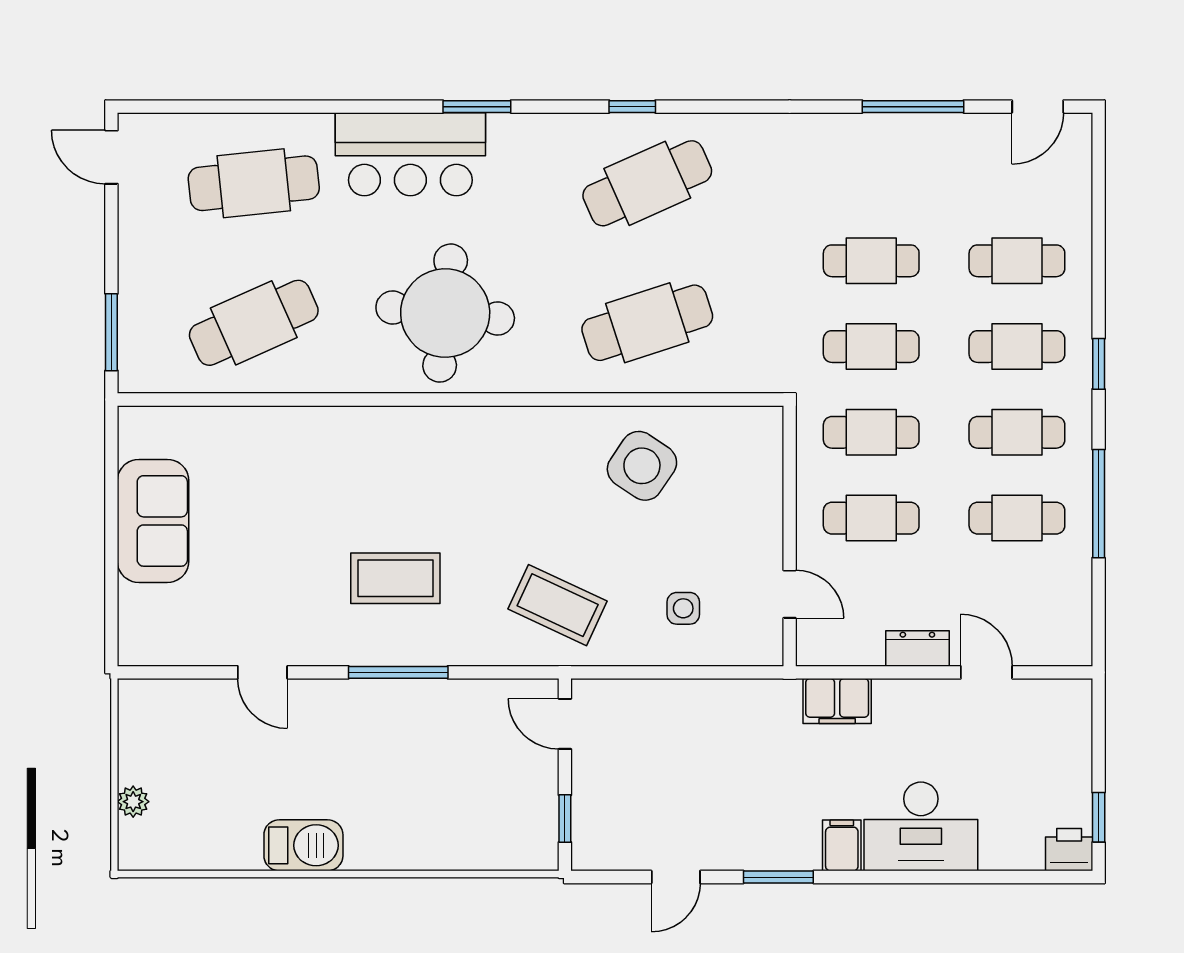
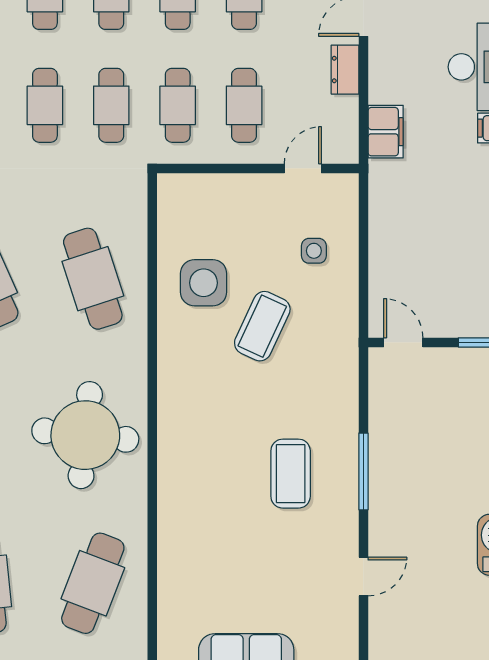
cafe table: (254, 323) -> (93, 583), turned 45
side table: (642, 466) -> (204, 283), turned -34
coffee table: (558, 605) -> (262, 326), moved
door: (565, 724) -> (403, 342), swing flipped

